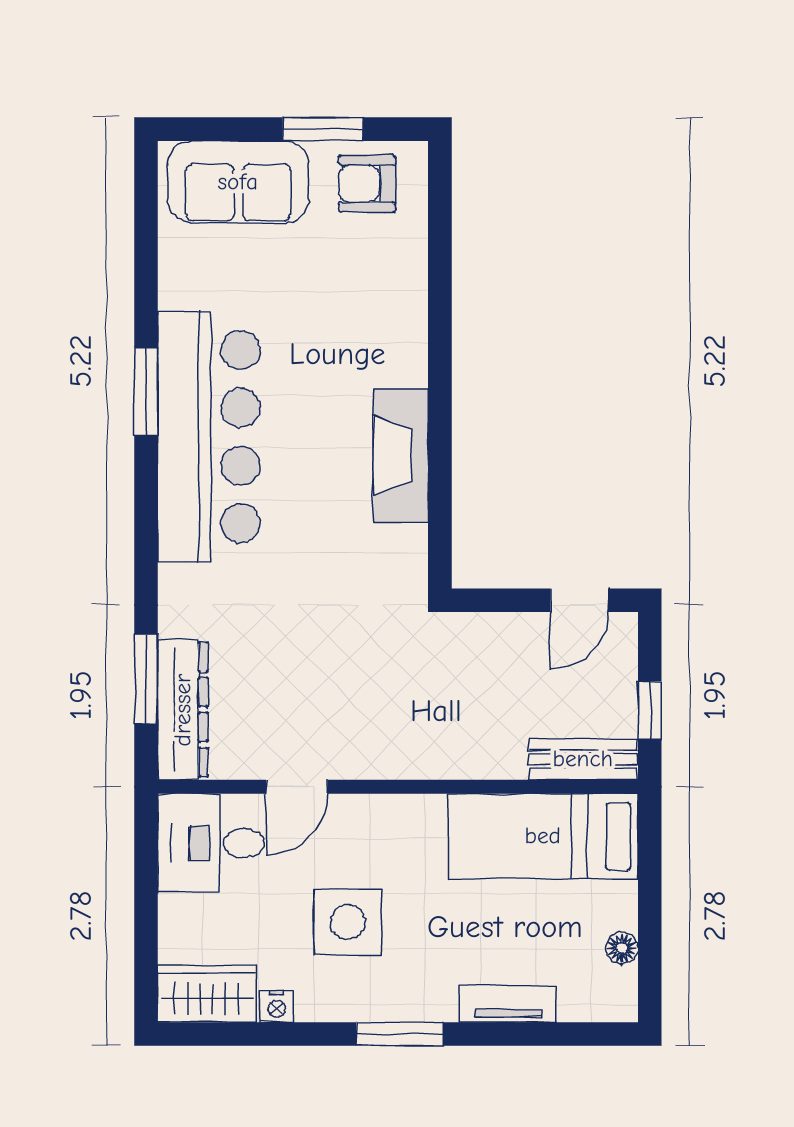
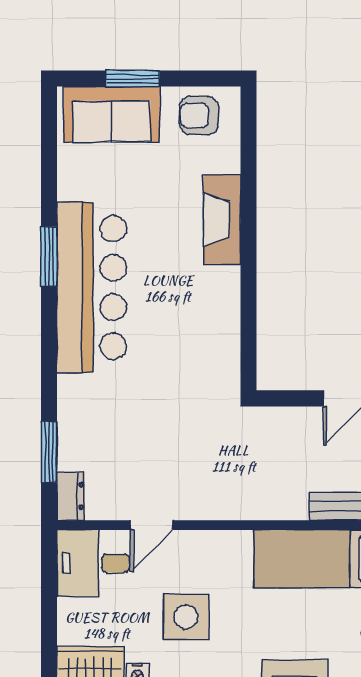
window: (323, 129) -> (133, 78), moved
fireplace: (401, 455) -> (222, 220), moved
dresser: (183, 710) -> (71, 496), width x0.51, depth x0.80

